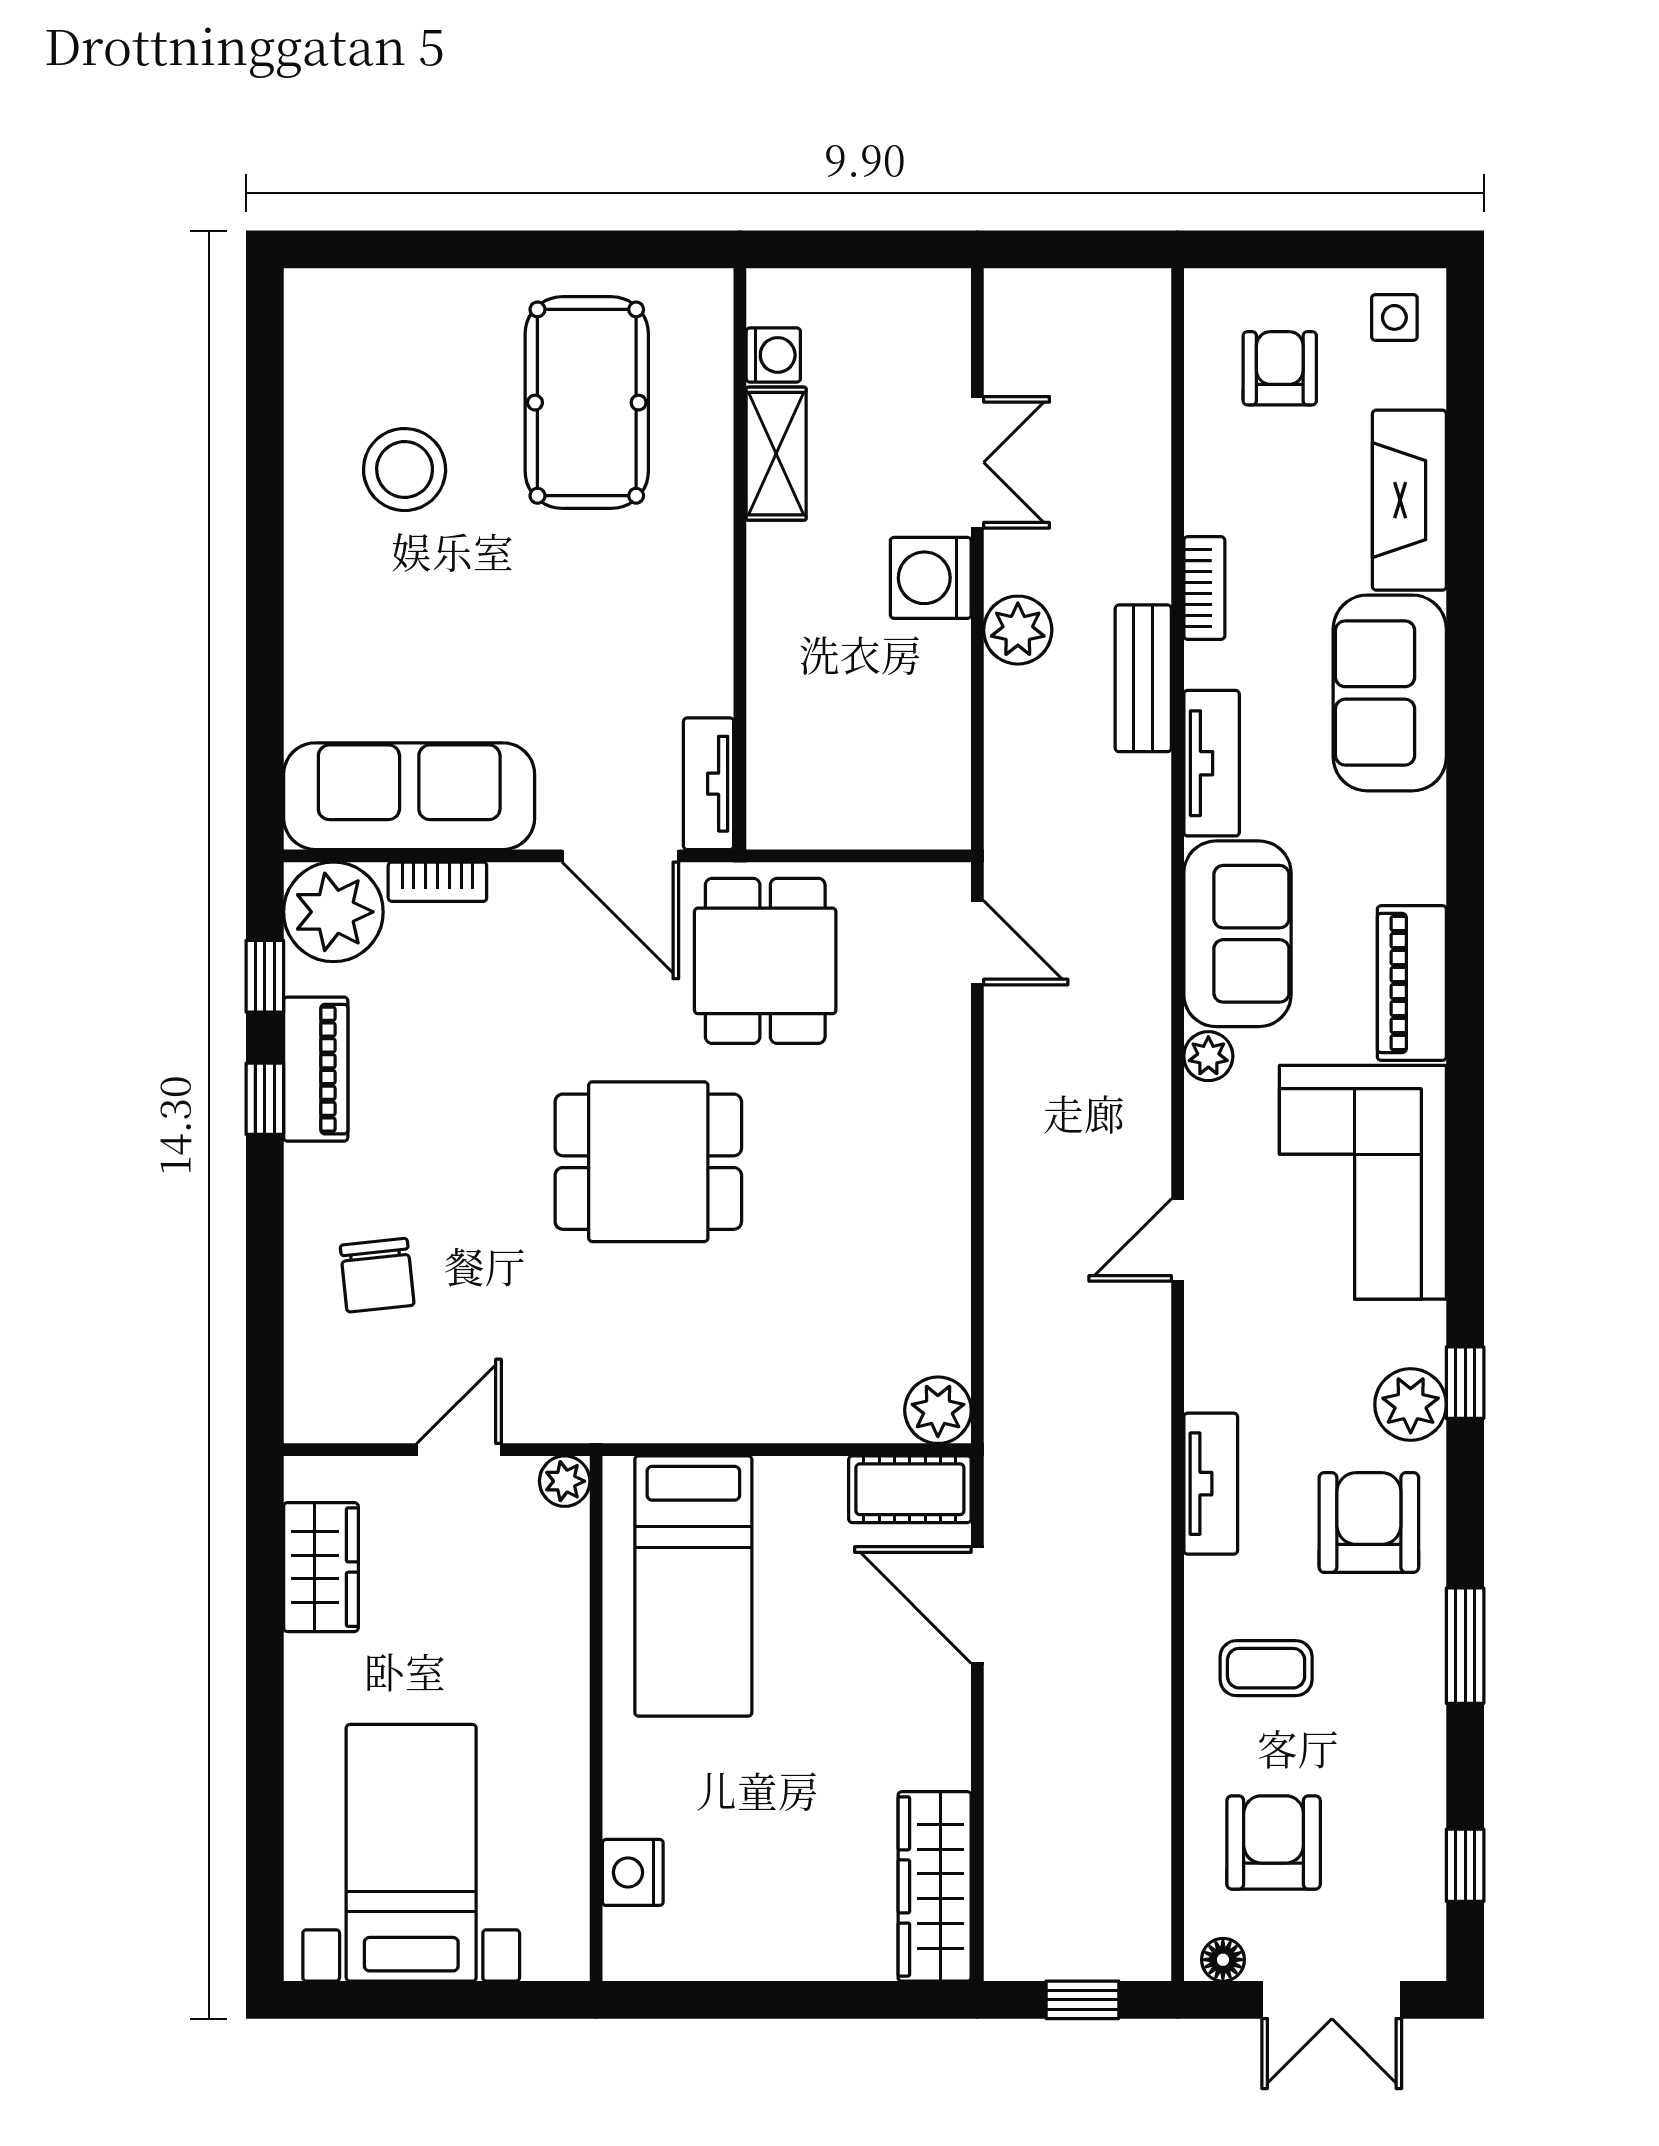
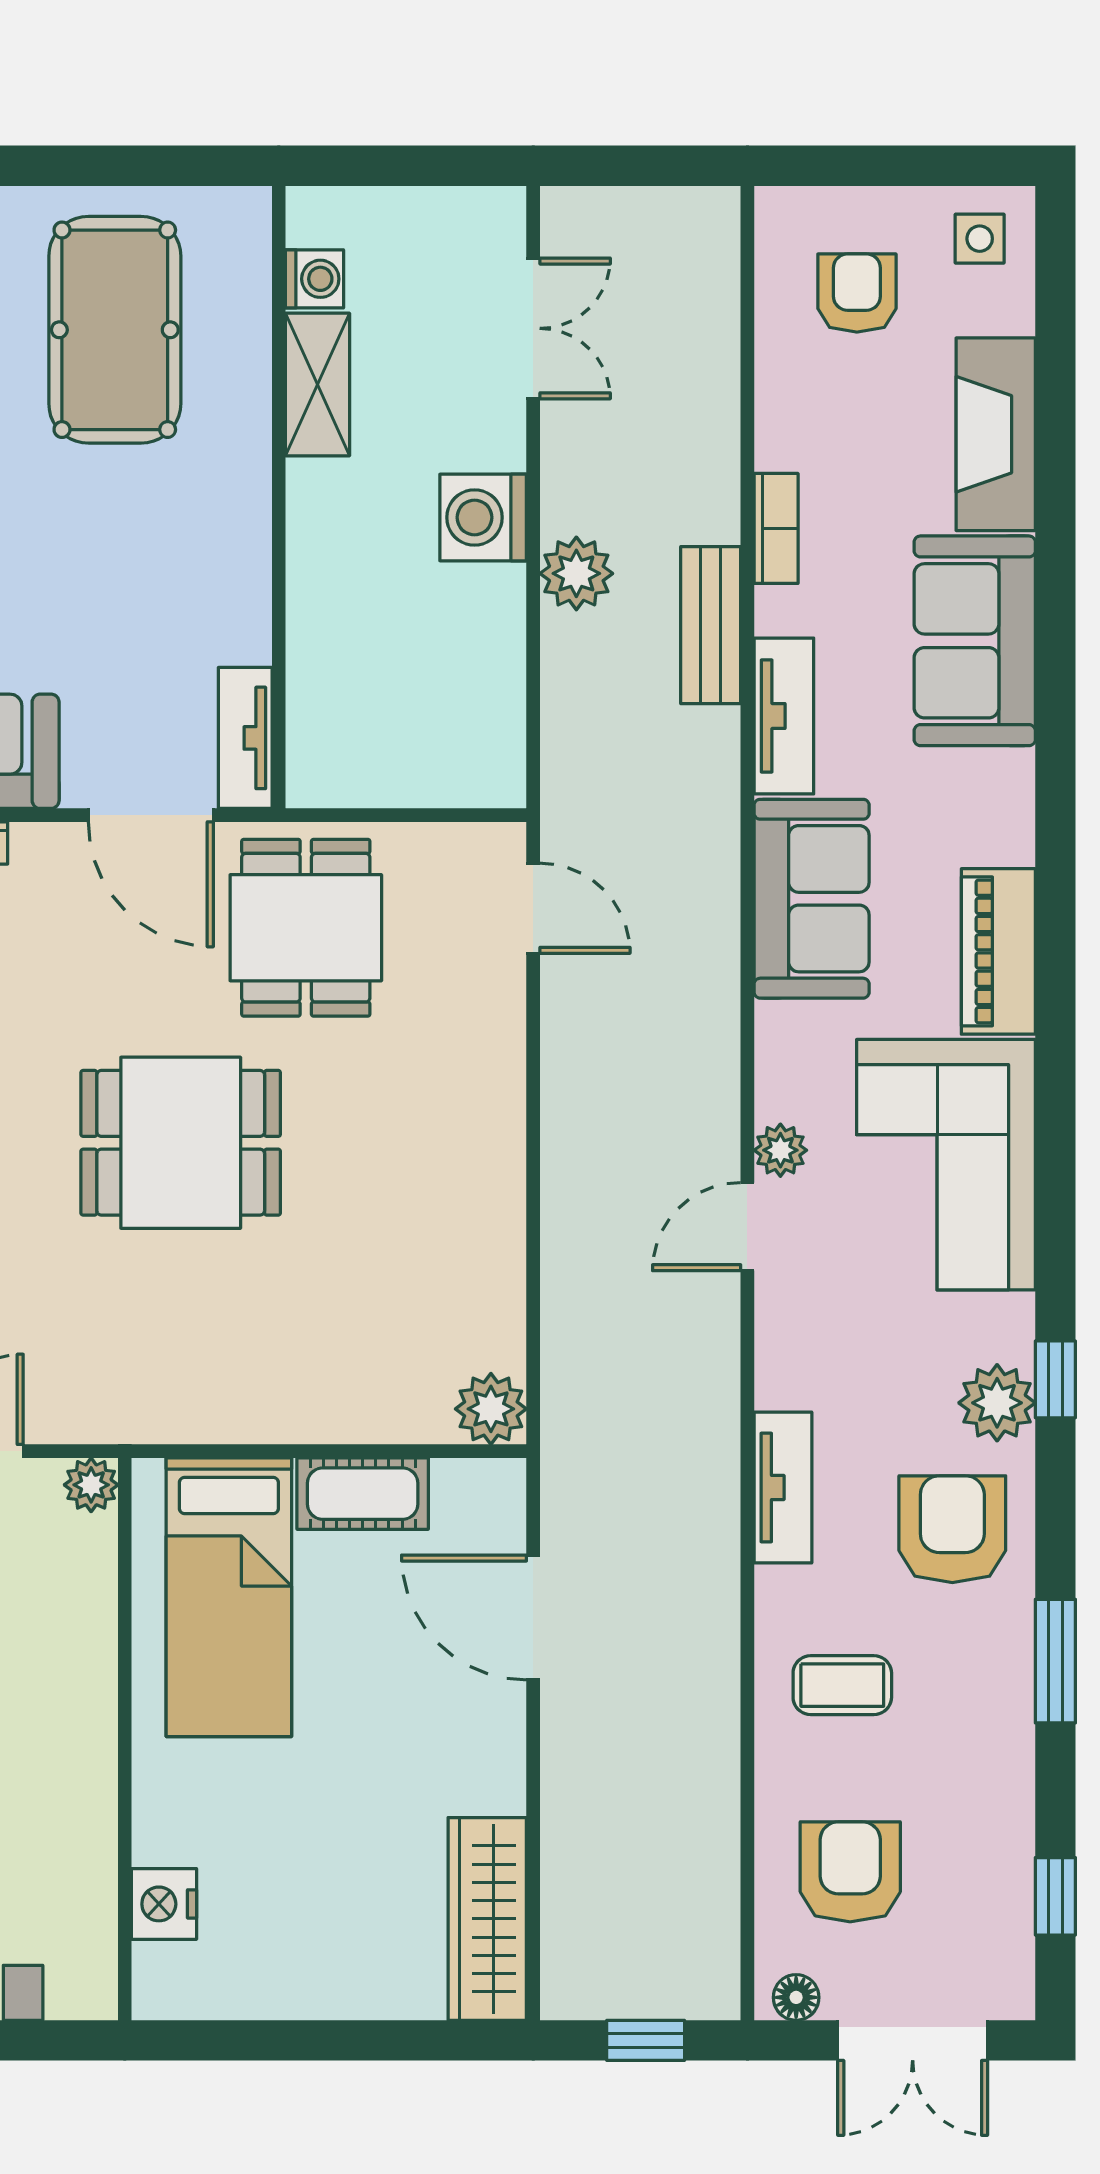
double door: (977, 462) -> (533, 328), moved
plant: (1208, 1056) -> (780, 1150), moved
cot: (910, 1489) -> (363, 1494), moved

